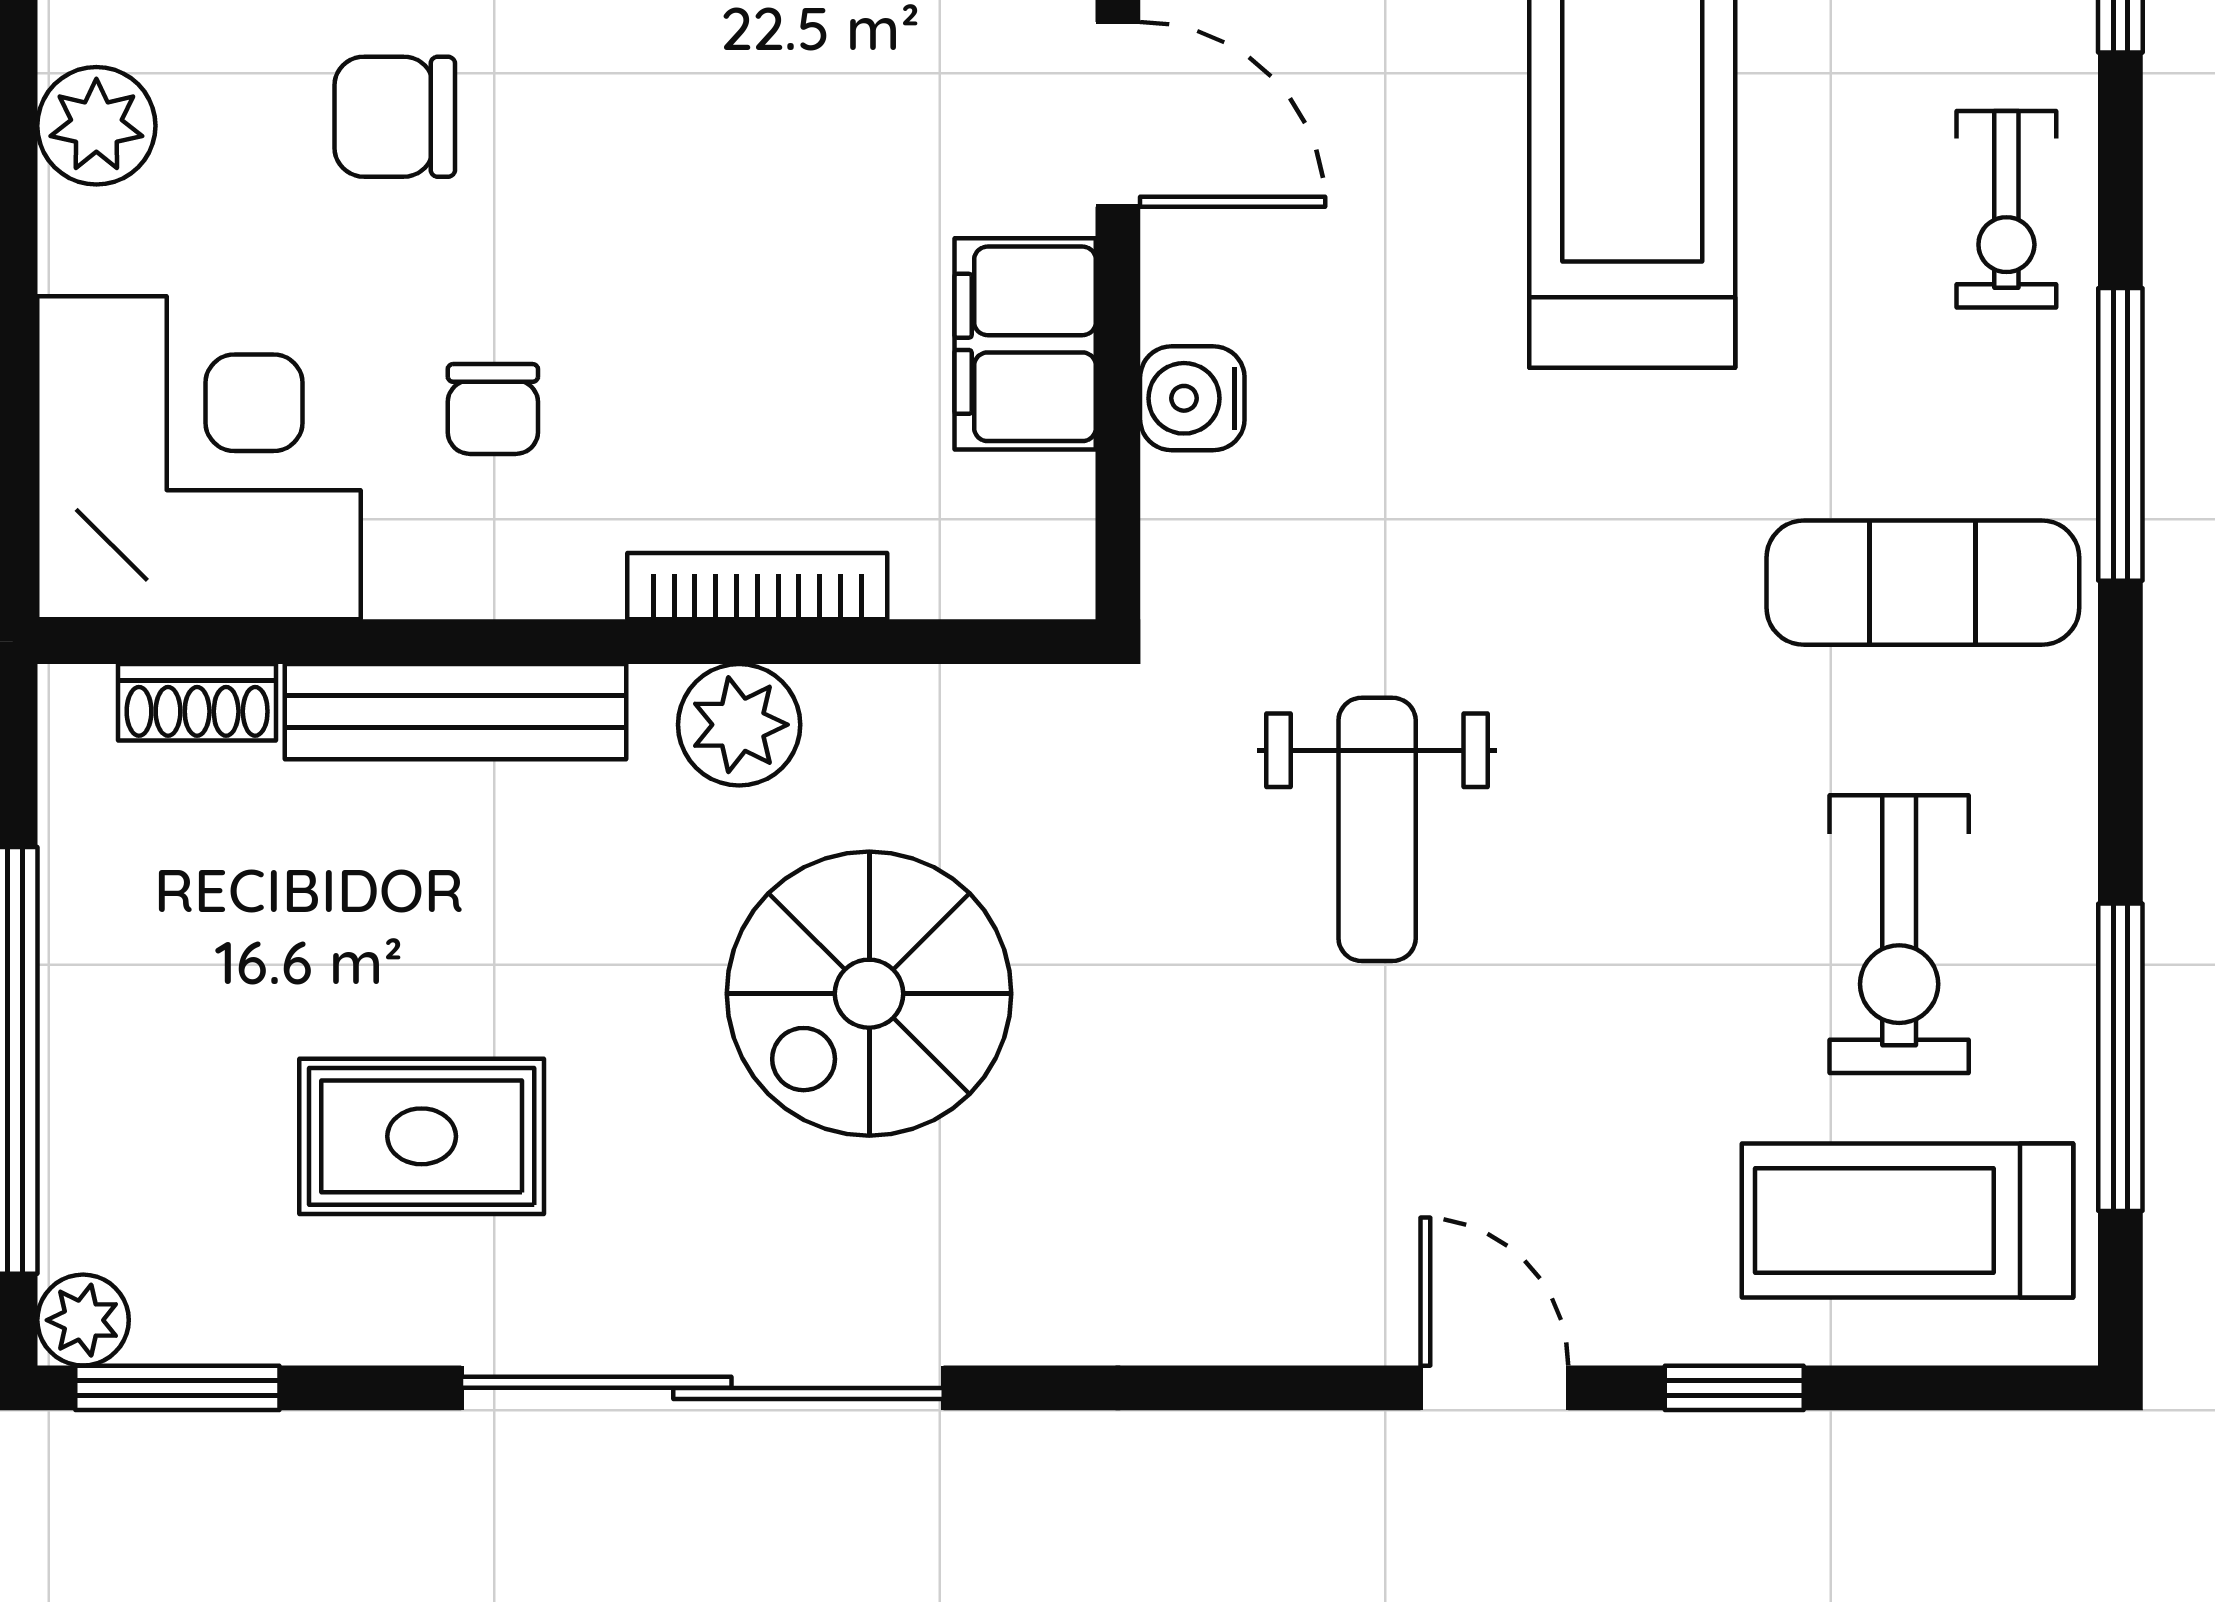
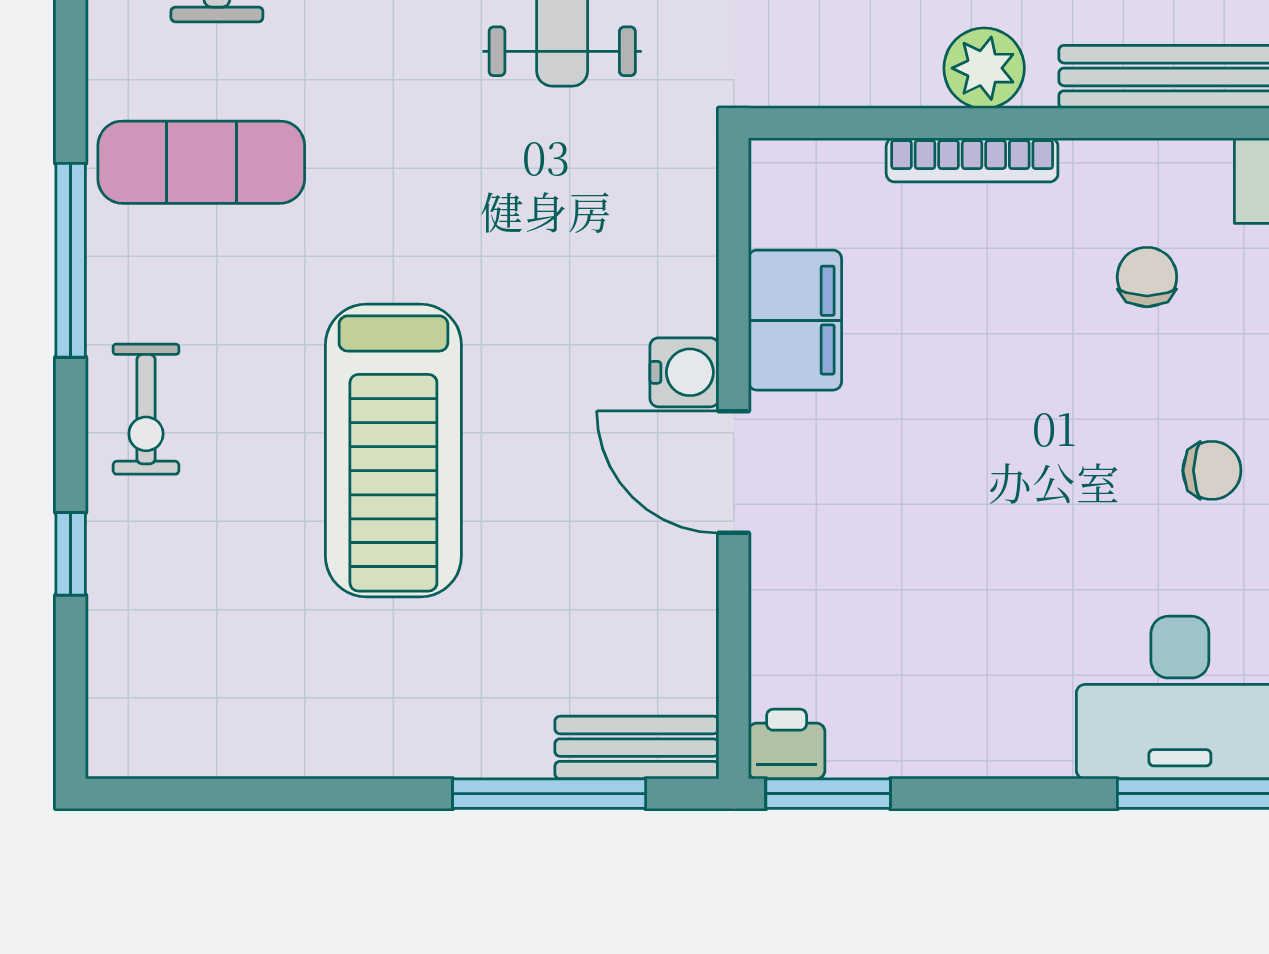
chair: (395, 117) -> (1212, 470), width x0.73, depth x0.73
exercise bike: (2006, 209) -> (146, 409), turned 180
water cooler: (1192, 398) -> (684, 372), moved

